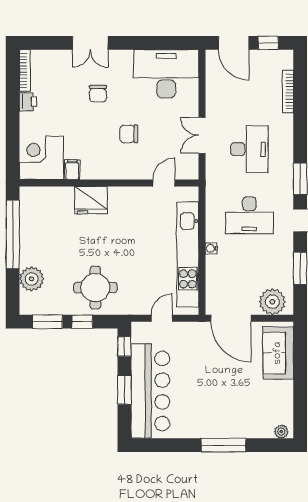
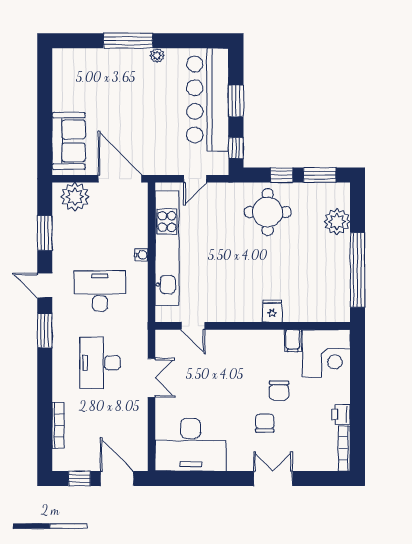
chair: (129, 134) -> (279, 391), moved, turned 90
door: (164, 183) -> (193, 326), hinge flipped
fridge: (91, 200) -> (272, 311), width x0.53, depth x0.75
plant: (281, 432) -> (157, 55), moved

